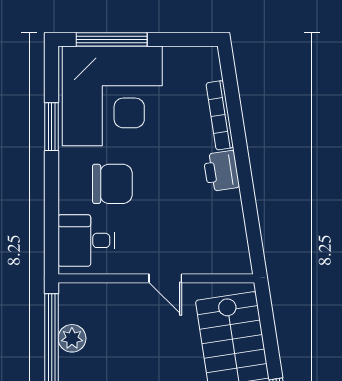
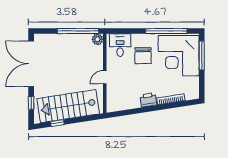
window: (52, 127) -> (166, 31), width x2.11
plant: (72, 338) -> (97, 39), moved

